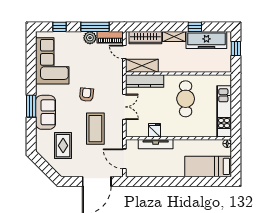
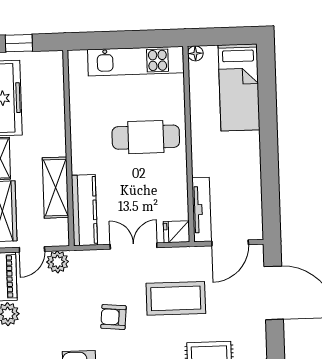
plant: (117, 66) -> (58, 262), added
shelving: (142, 66) -> (56, 188), moved
cafe table: (186, 99) -> (146, 137), moved
fridge: (155, 130) -> (177, 232), moved
tv unit: (156, 144) -> (202, 210), moved

